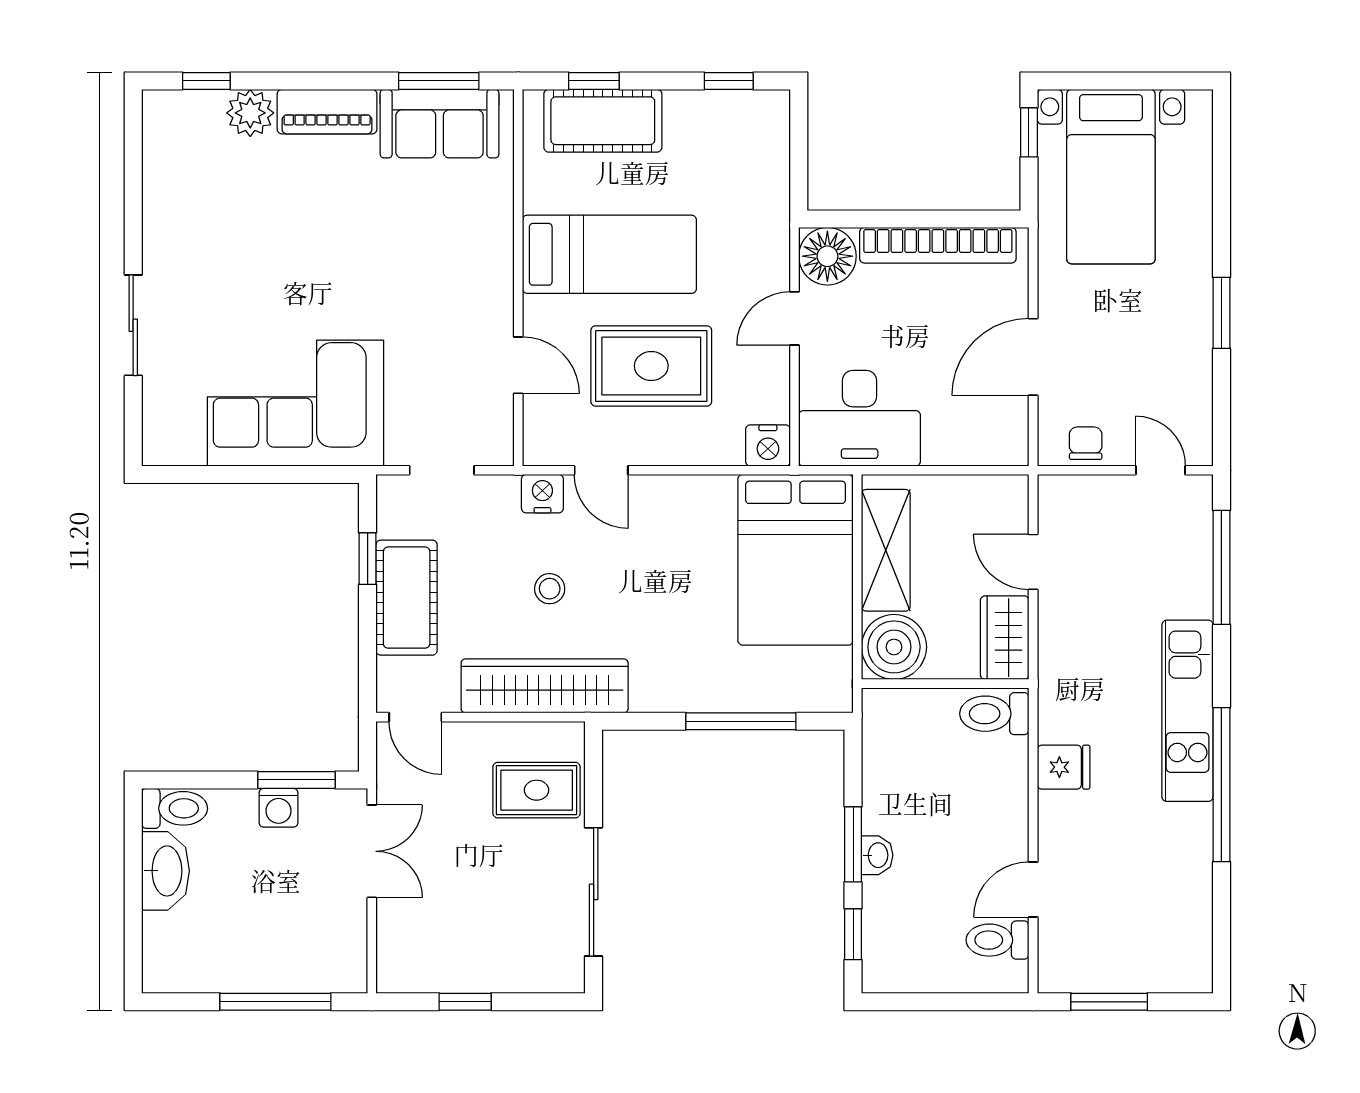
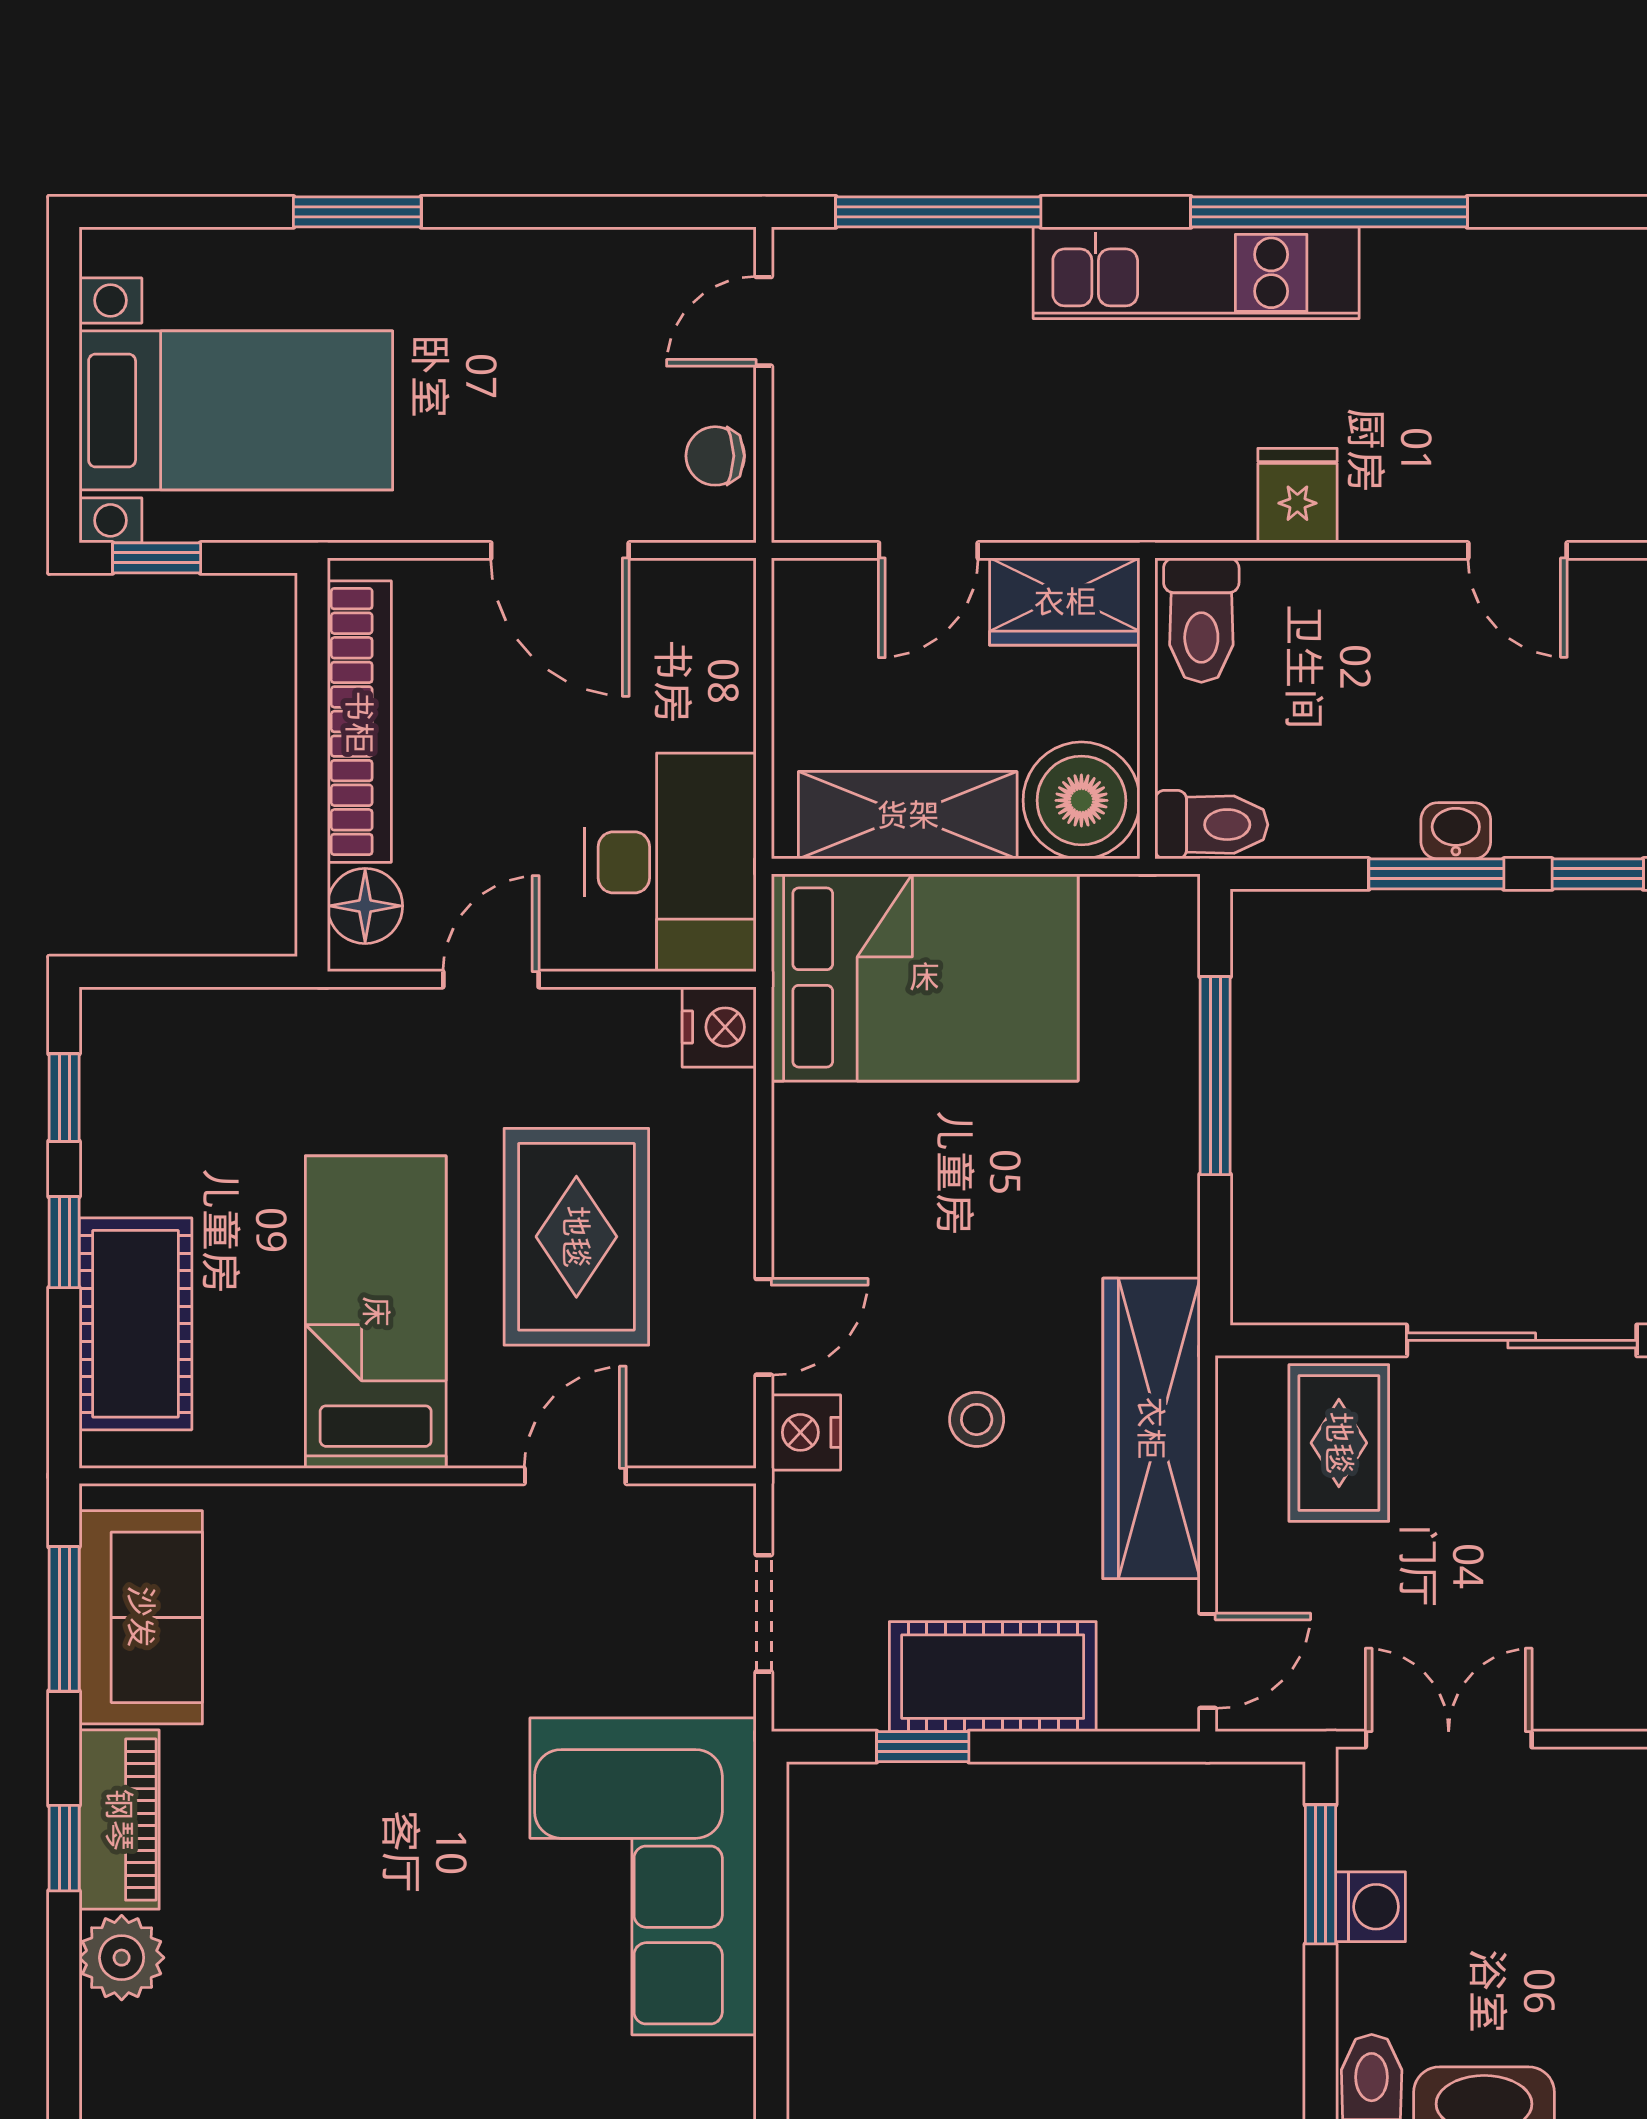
window: (206, 81) -> (64, 1848), moved
window: (594, 81) -> (64, 1242), moved
floor lamp: (827, 256) -> (365, 906), width x0.73, depth x0.73
window: (1221, 313) -> (357, 212), moved
door: (795, 318) -> (491, 979), swing flipped
toilet: (997, 940) -> (1211, 825), moved, turned -90

